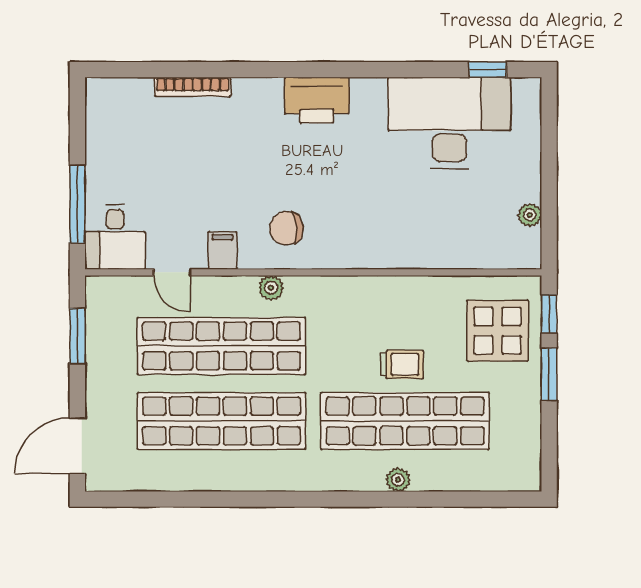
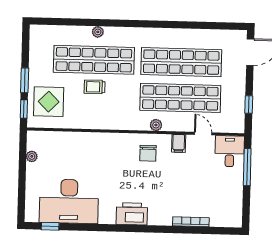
chair: (286, 228) -> (148, 153), turned 95
window: (77, 336) -> (249, 104), width x0.67

